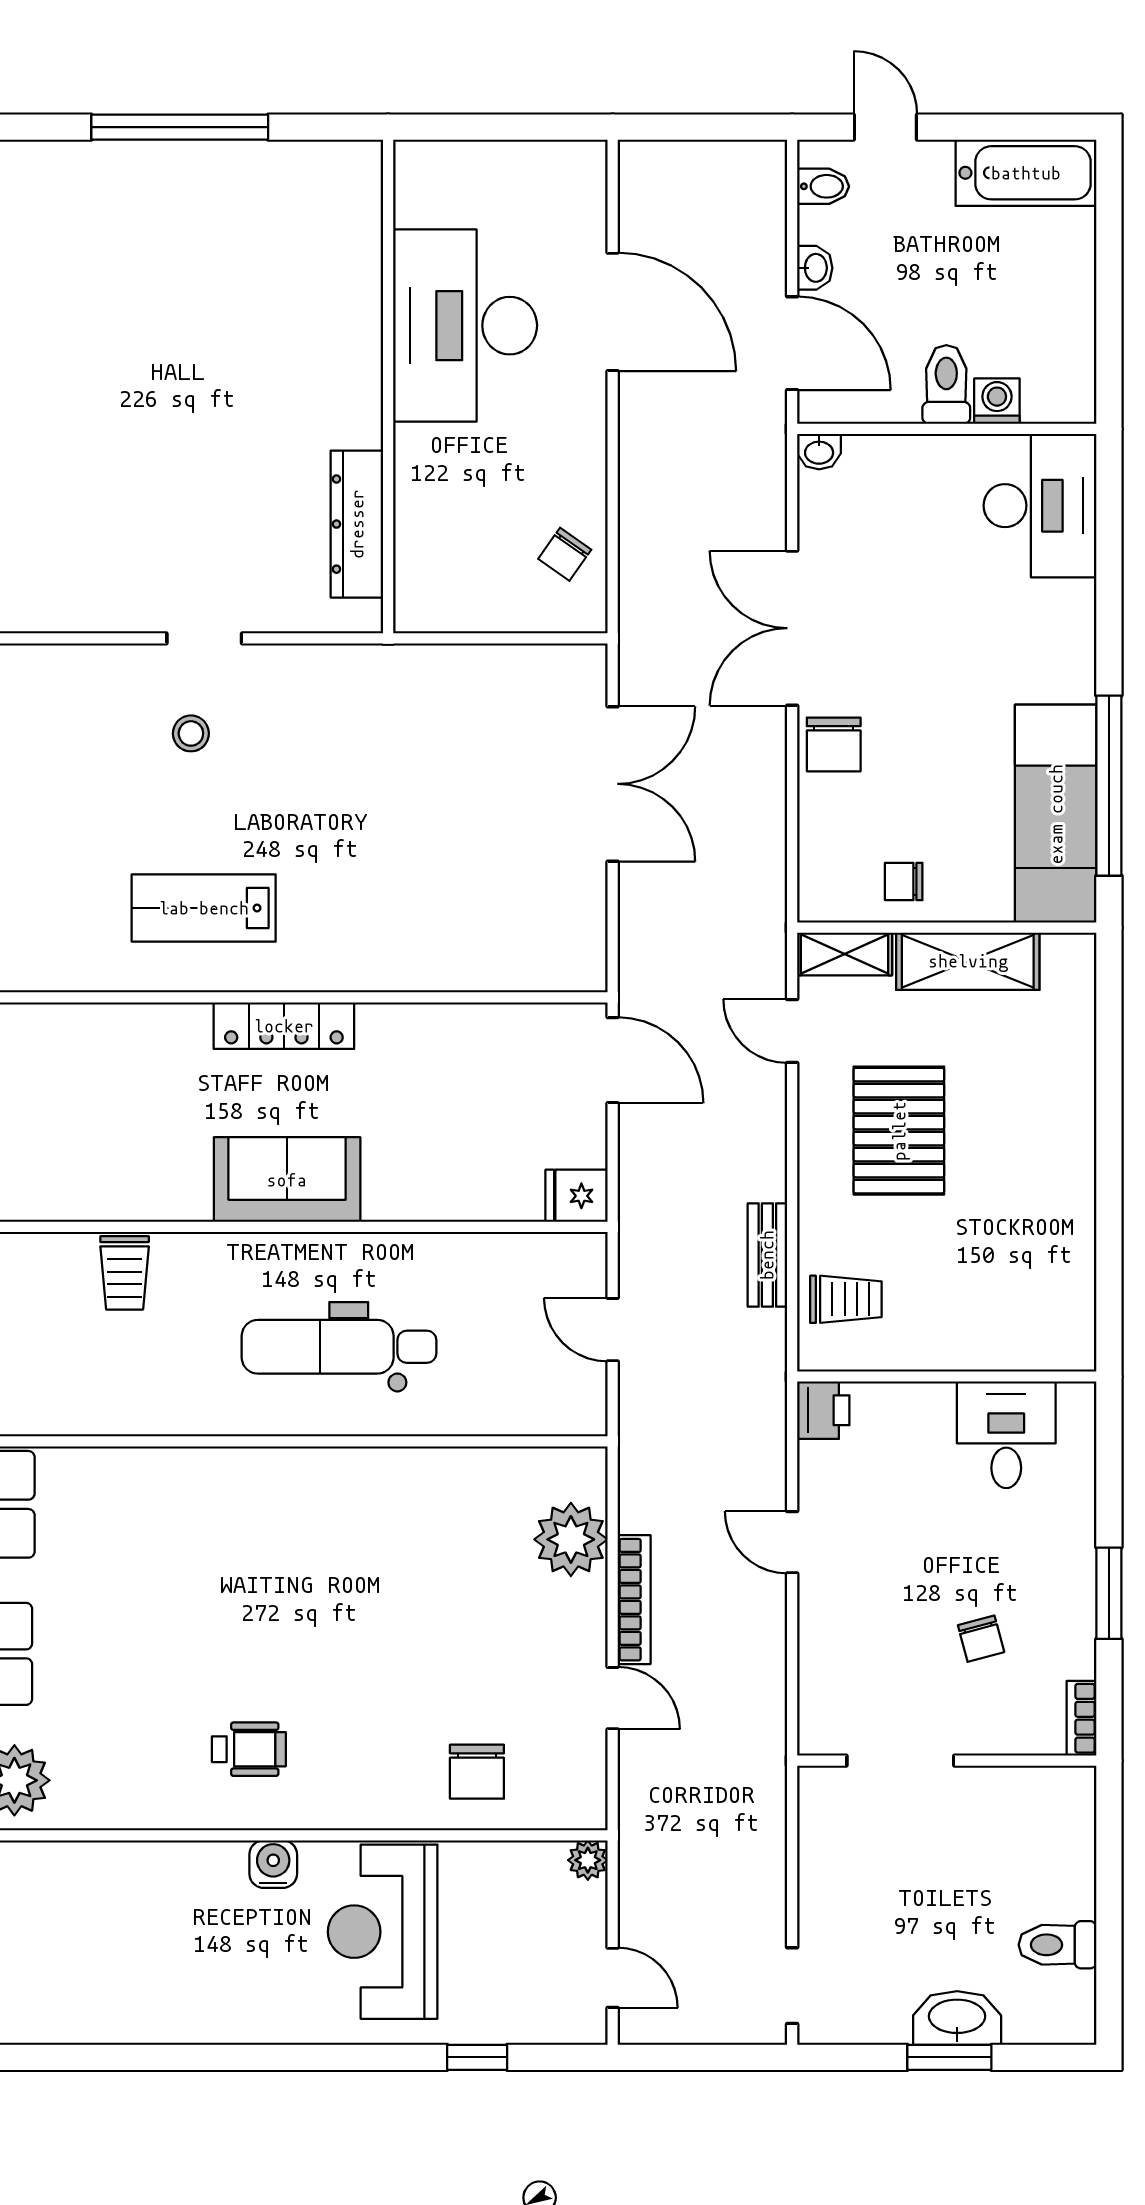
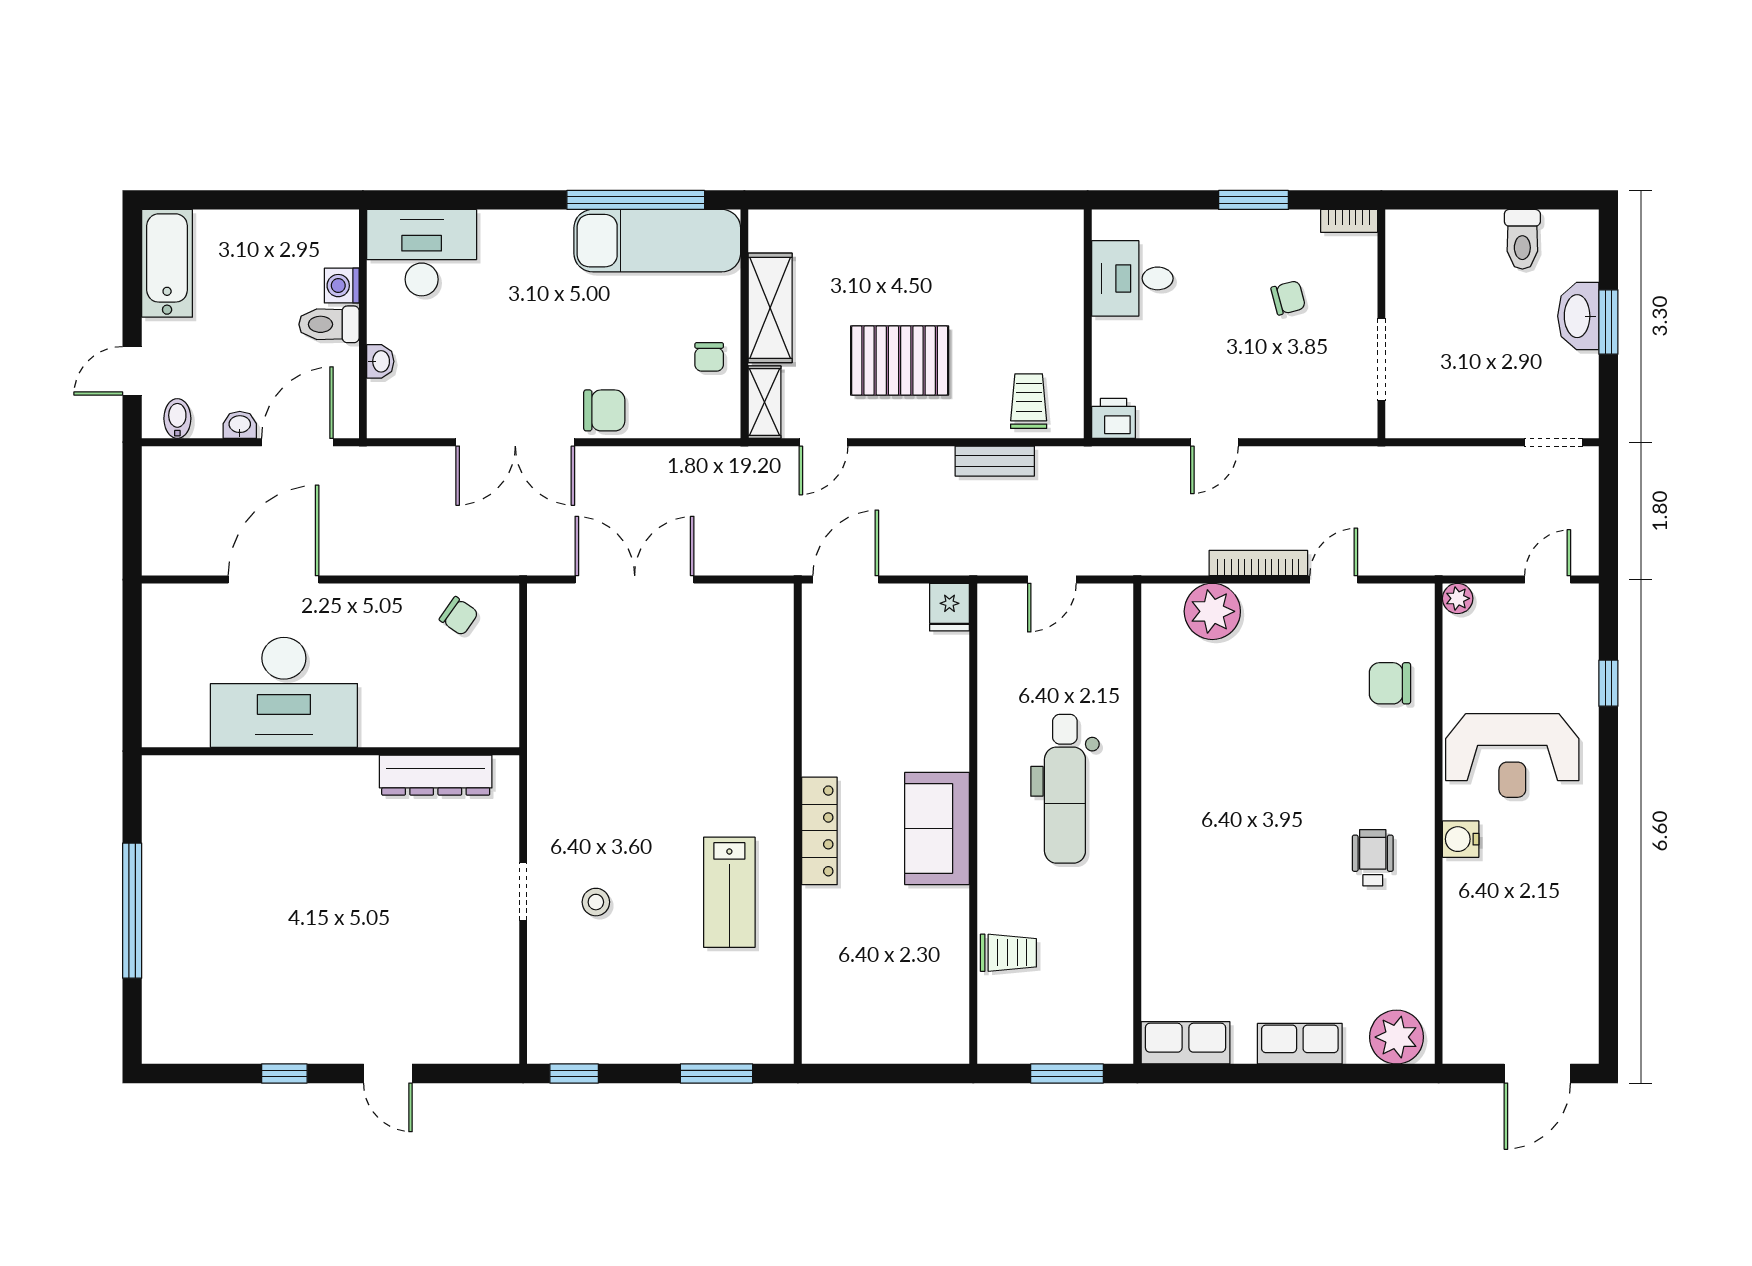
washbasin: (819, 452) -> (380, 361), moved
chair: (477, 1772) -> (1390, 683), turned 180

